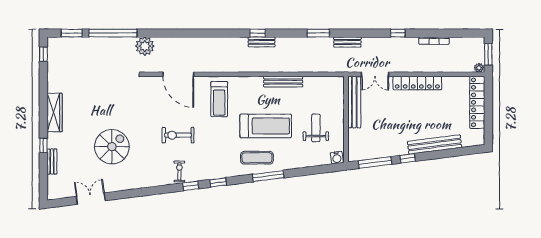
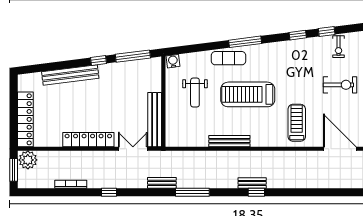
window: (318, 33) -> (192, 192), width x1.44
plant: (479, 68) -> (28, 160), width x1.88, depth x1.88
exercise mat: (257, 158) -> (229, 58), moved

